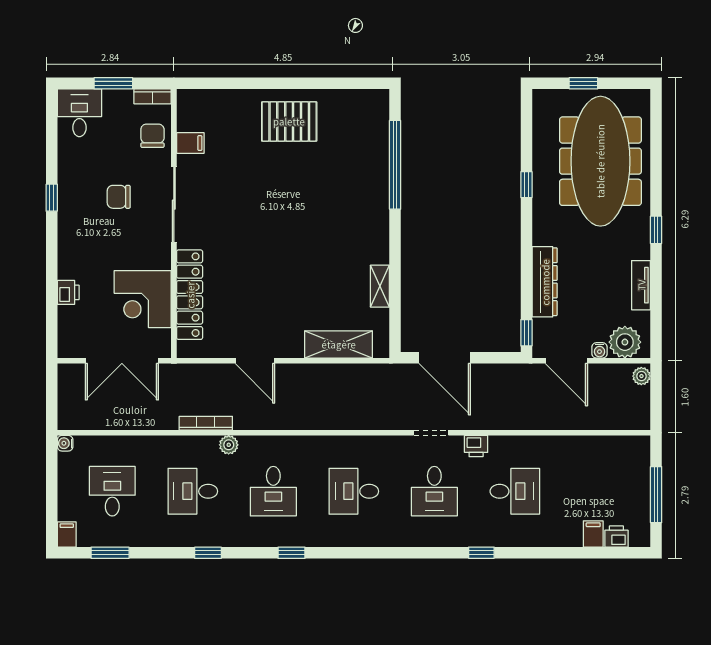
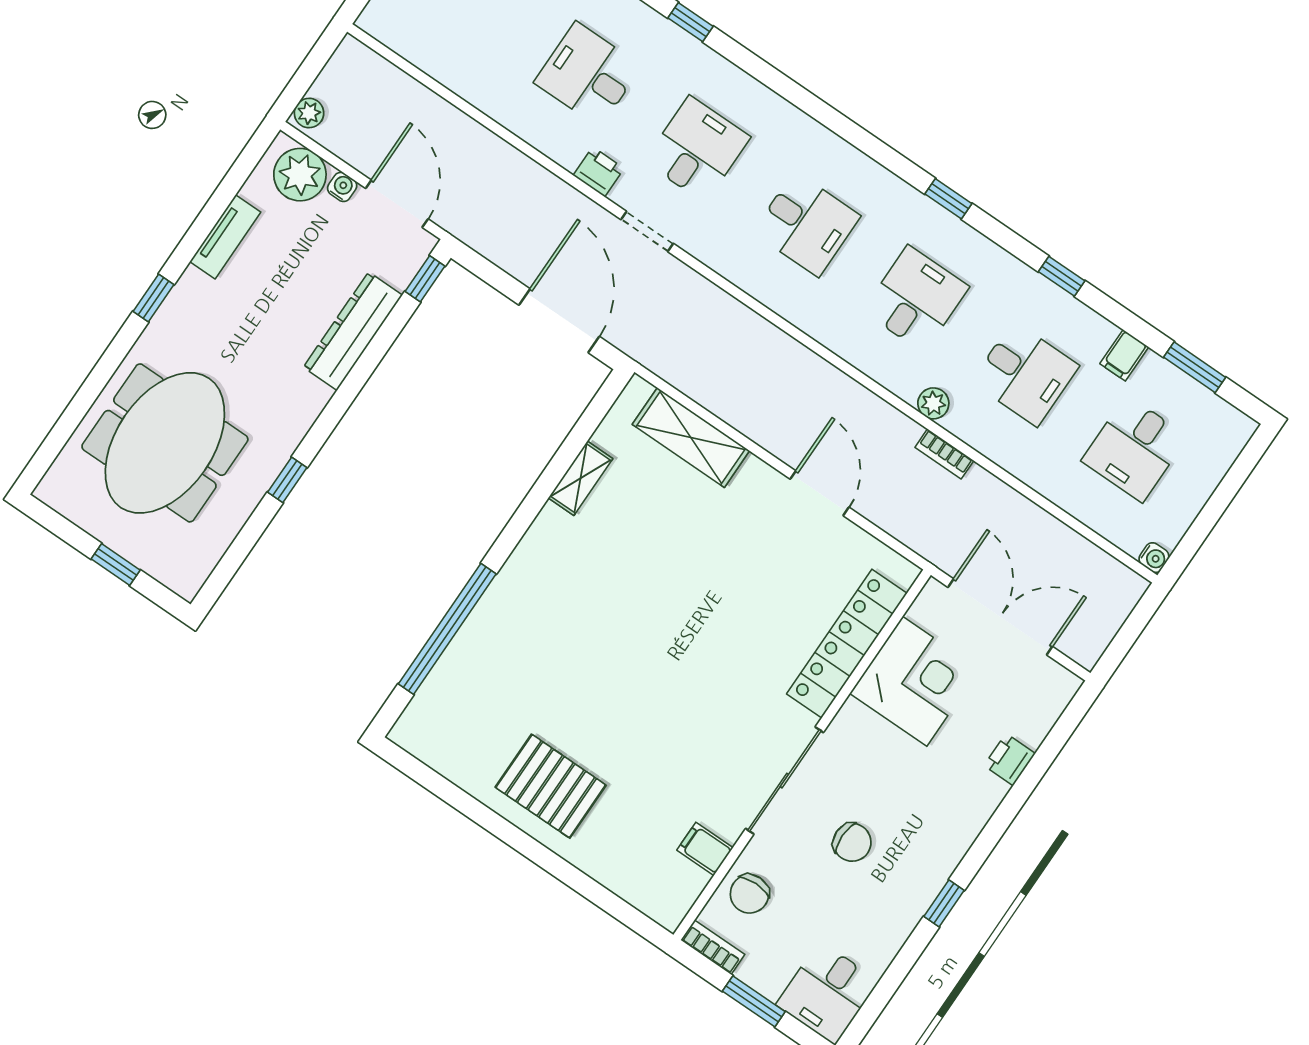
meeting table: (600, 161) -> (165, 443), width x0.73
bookcase: (206, 423) -> (944, 454), width x0.64
filing cabinet: (67, 534) -> (1124, 355), moved

